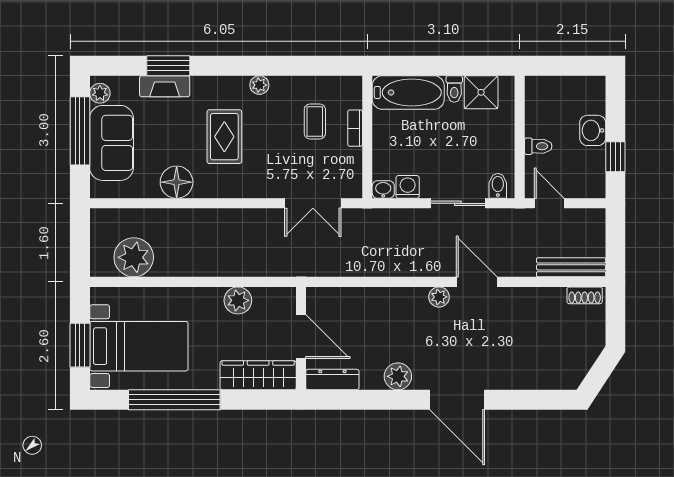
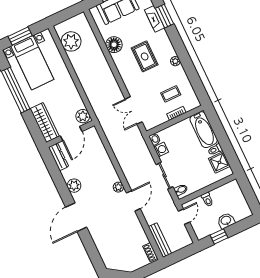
rug: (224, 137) -> (145, 56), turned 90
plant: (238, 300) -> (83, 116), moved

